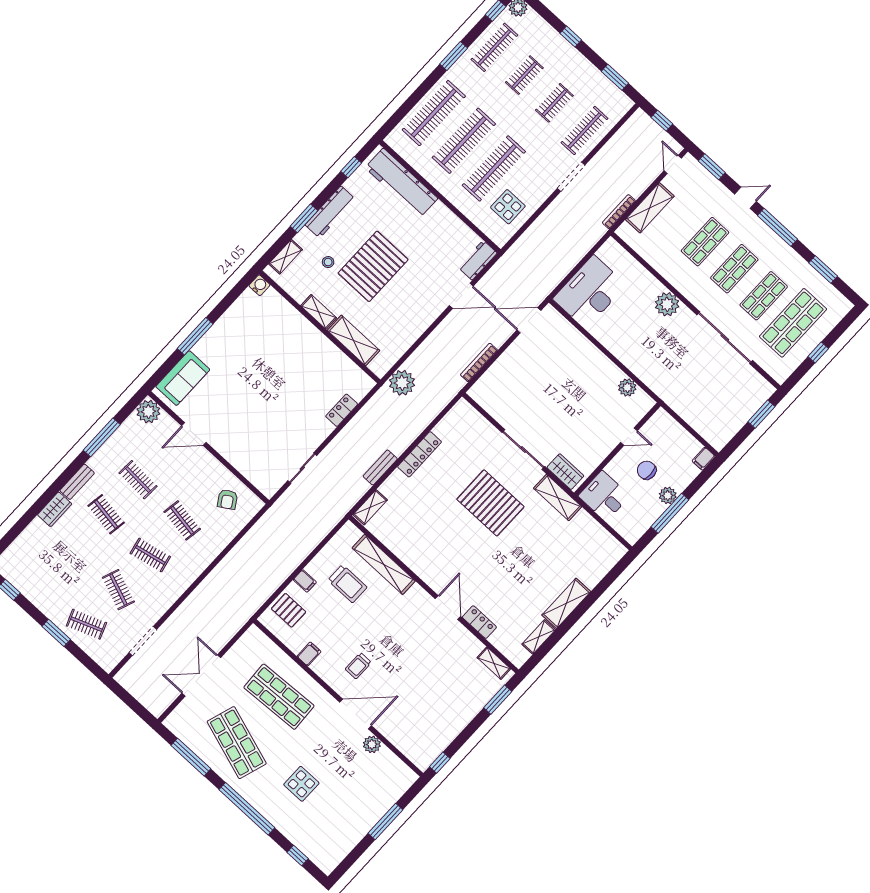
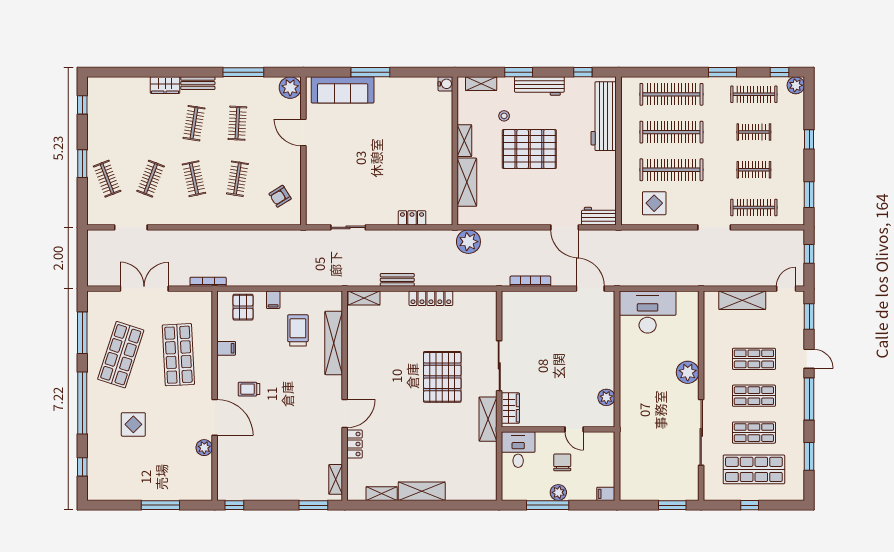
bookcase: (619, 212) -> (208, 282), moved
sofa: (183, 378) -> (343, 90), width x1.36
trolley: (347, 584) -> (298, 330), turned 180

